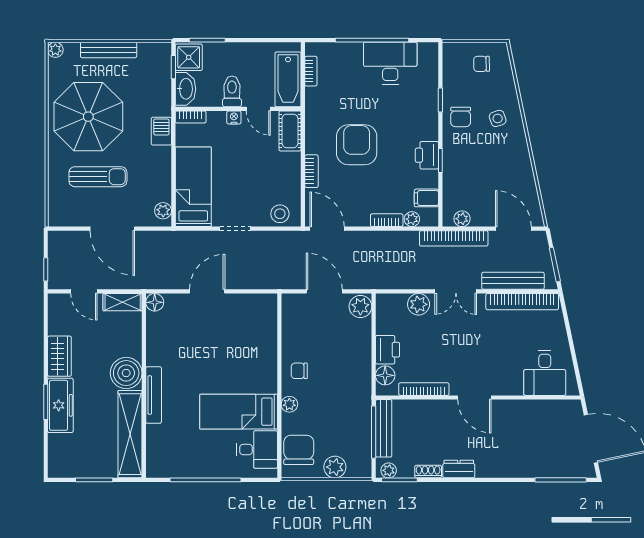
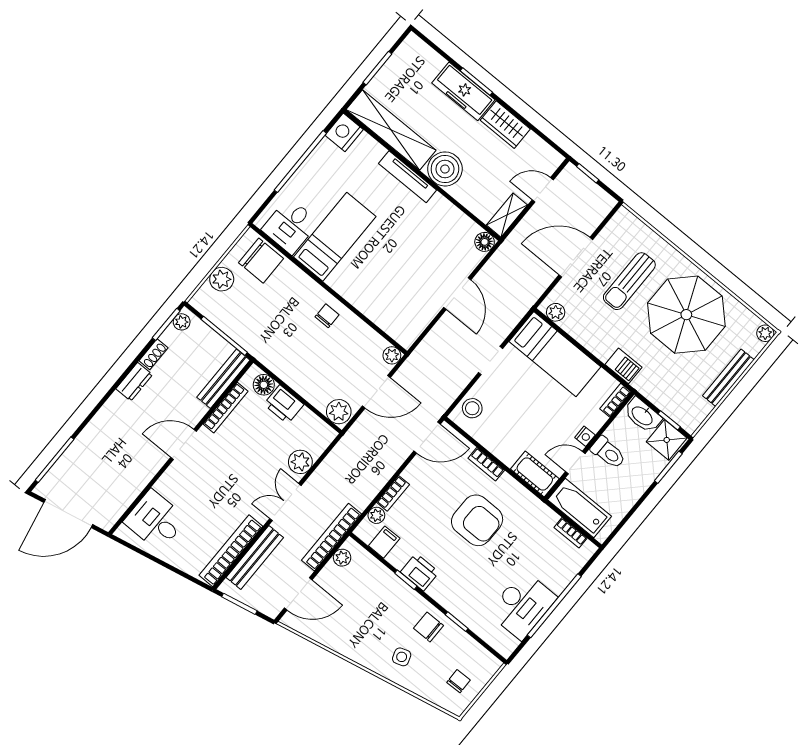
plant: (289, 404) -> (392, 355), moved
bench: (384, 428) -> (223, 379), moved, turned 90
nightstand: (159, 466) -> (344, 132), added

